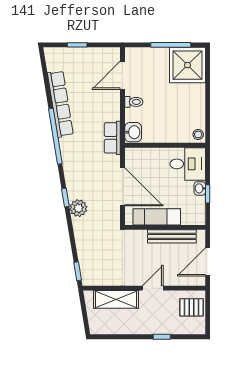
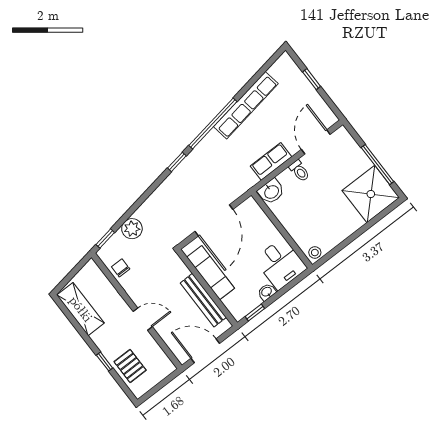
door: (123, 75) -> (316, 142), hinge flipped
row of seats: (112, 138) -> (271, 161), moved
window: (208, 194) -> (255, 313), moved
window: (65, 198) -> (177, 162), moved
plant: (78, 208) -> (132, 229), moved
chair: (106, 276) -> (121, 268), added
shelving: (116, 299) -> (81, 309), moved
pallet: (191, 307) -> (130, 366), moved

